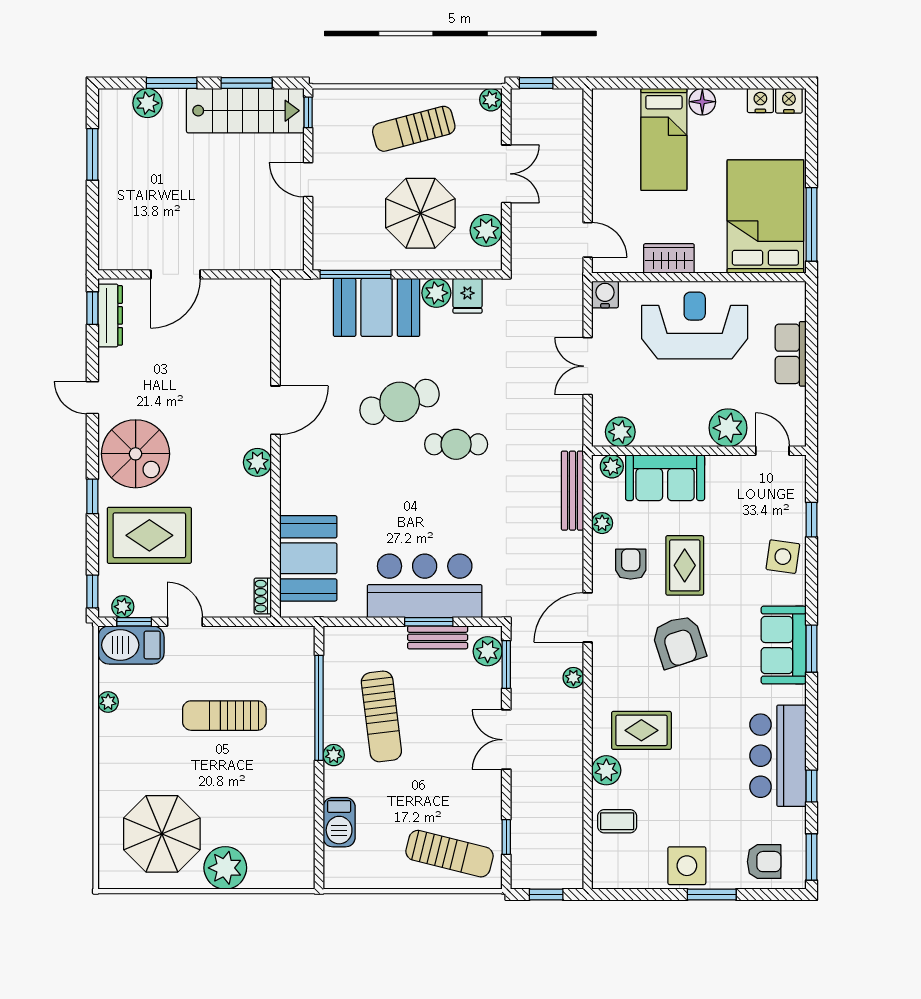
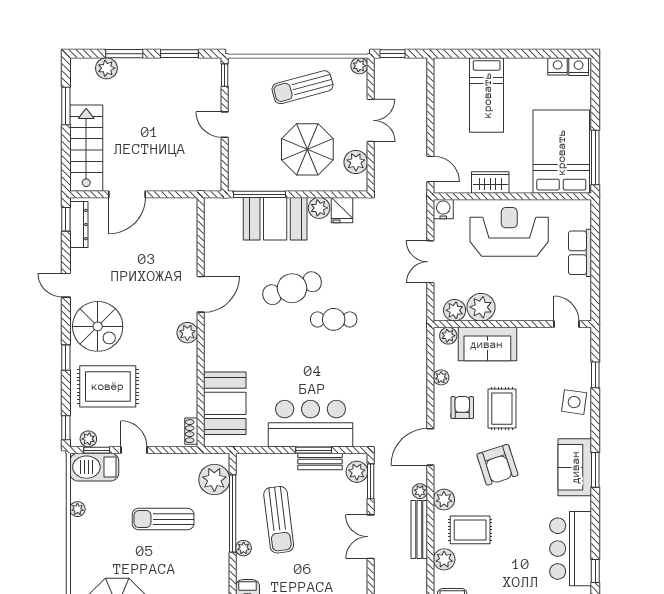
floor lamp: (702, 102) -> (515, 67), removed
stairs: (245, 111) -> (86, 148), moved, turned -90
plant: (728, 428) -> (481, 307), moved
bench: (572, 491) -> (419, 529), moved
plant: (294, 662) -> (214, 480), added
plant: (606, 689) -> (444, 500), added

